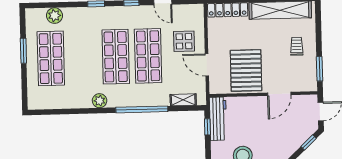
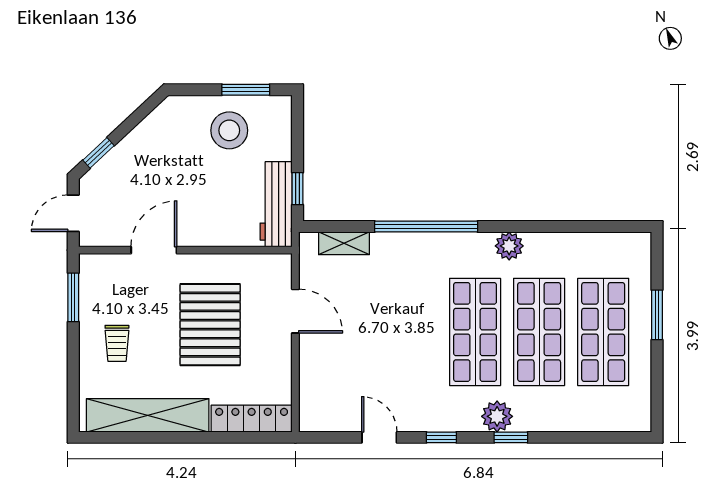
plant: (54, 16) -> (497, 416), moved
display table: (184, 41) -> (339, 359), removed
window: (23, 51) -> (657, 315), moved
shop shelf: (148, 56) -> (539, 332), moved
pallet: (246, 70) -> (210, 325), moved

